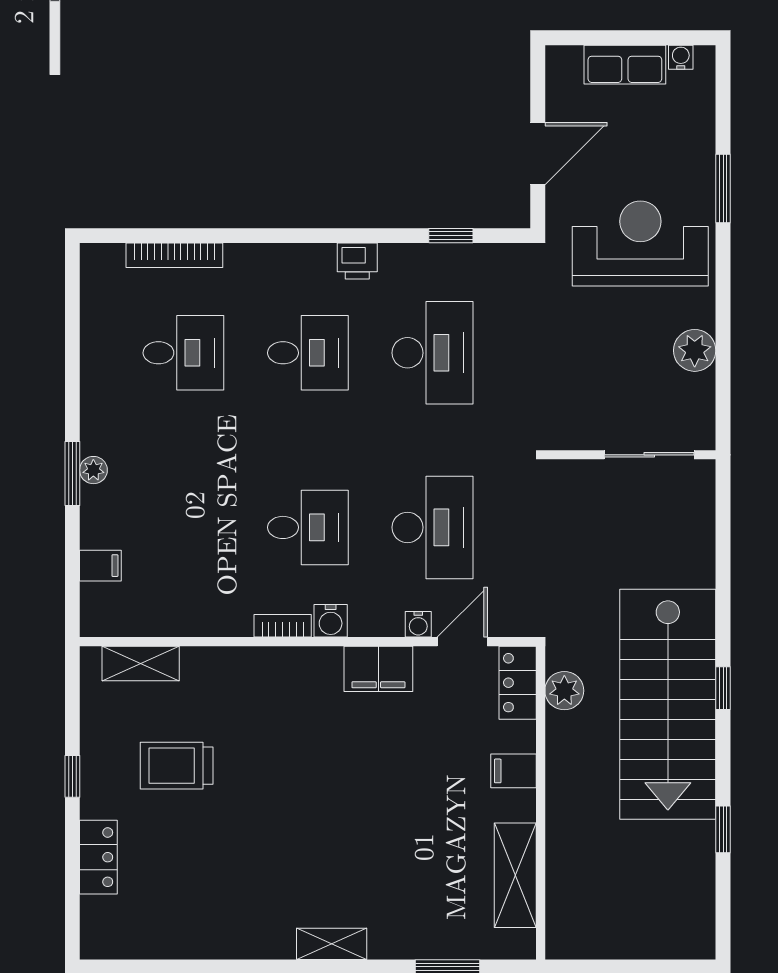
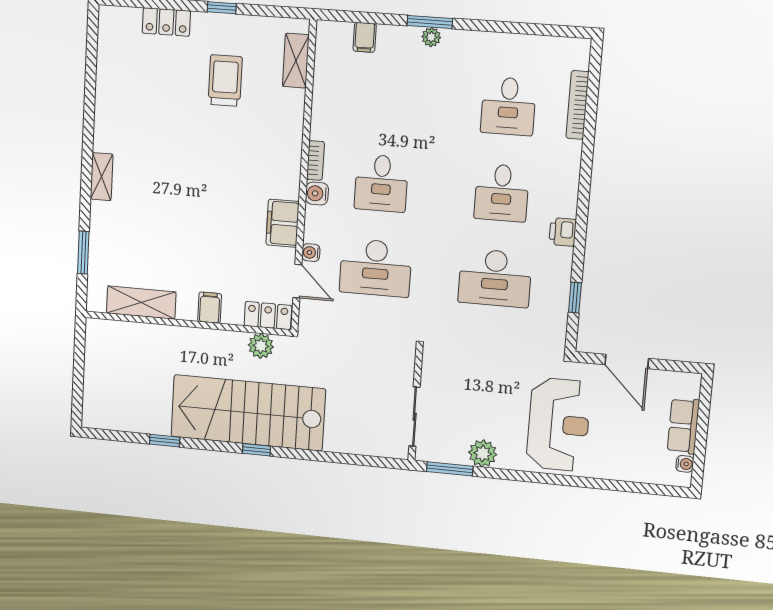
window: (723, 189) -> (450, 469), moved

